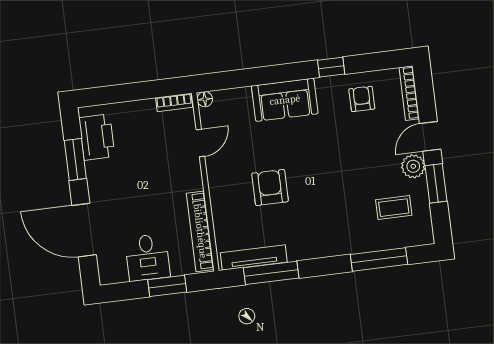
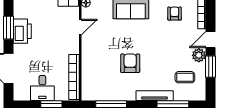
printer: (97, 137) -> (22, 31), moved
armchair: (270, 187) -> (130, 63), moved
tv unit: (254, 257) -> (155, 96), moved

